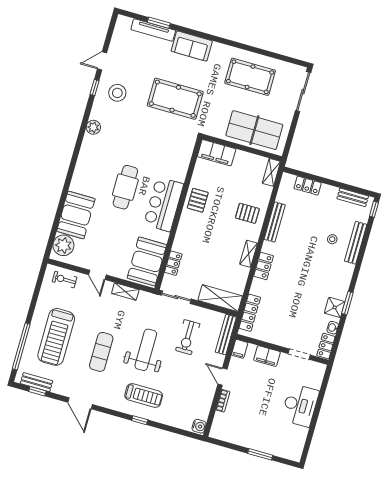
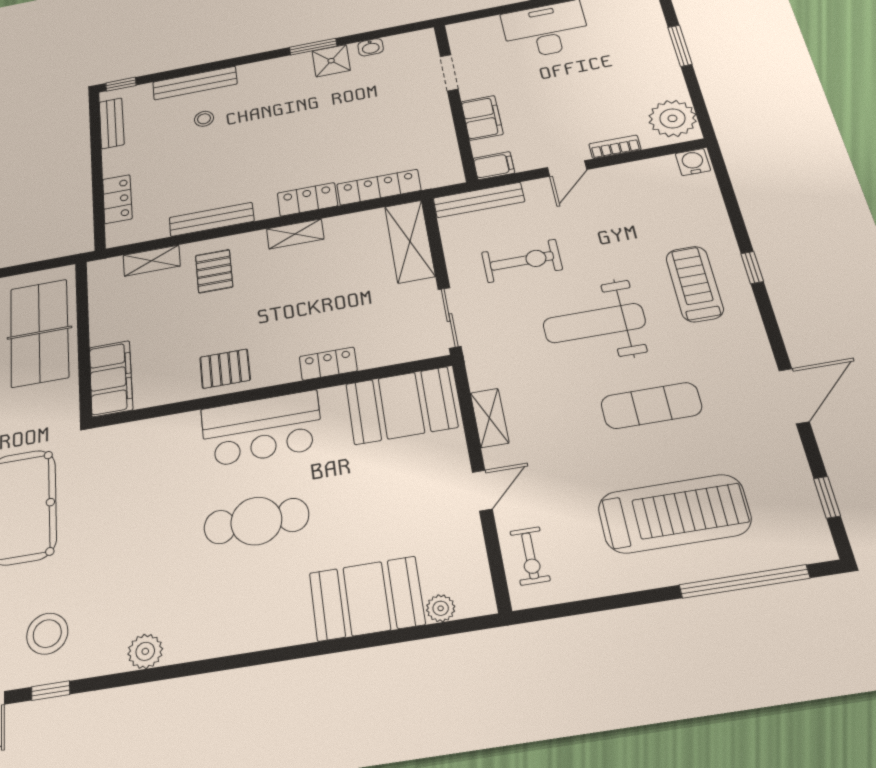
shelving: (271, 172) -> (152, 261), moved
plant: (63, 245) -> (441, 608), width x0.53, depth x0.53
locker: (173, 263) -> (328, 364), moved
locker: (250, 313) -> (379, 187), moved
locker: (326, 346) -> (411, 42), removed
bench: (37, 382) -> (807, 509), removed
plant: (225, 430) -> (672, 118), added

